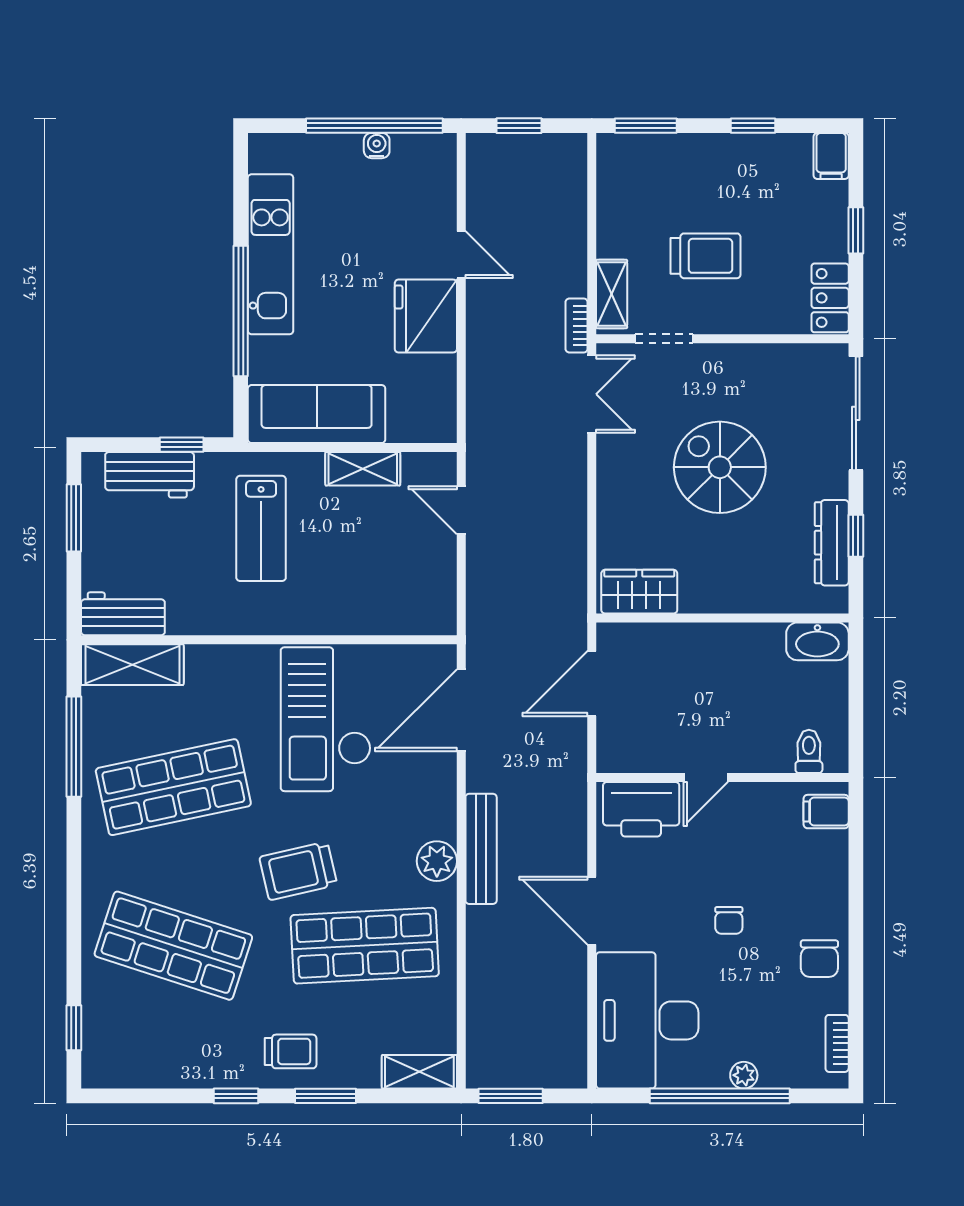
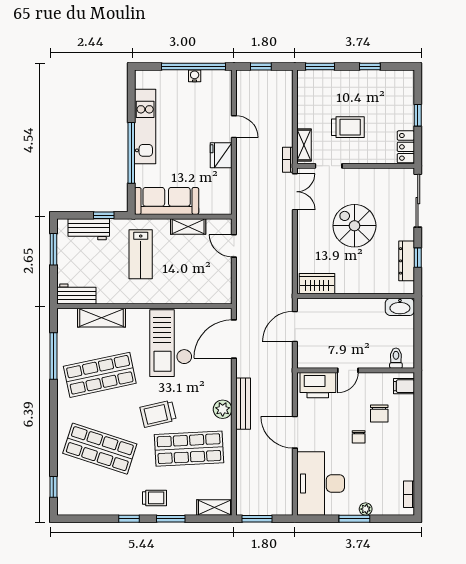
filing cabinet: (831, 156) -> (406, 81), removed
fridge: (426, 316) -> (221, 155), width x0.73, depth x0.75
shelving: (132, 665) -> (102, 318), moved
chair: (819, 959) -> (379, 413), moved
window: (720, 1096) -> (354, 519), width x0.47

